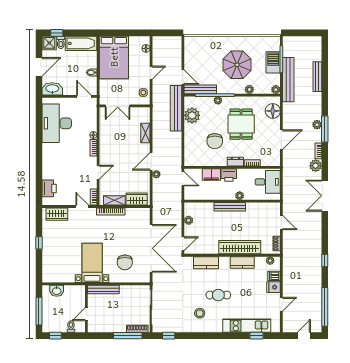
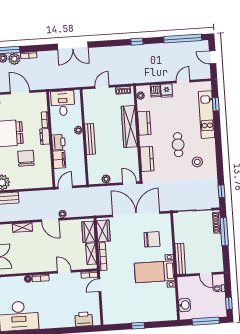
chair: (215, 141) -> (26, 158), turned -90
plant: (316, 166) -> (14, 59), moved
wardrobe: (57, 214) -> (103, 231), moved
door: (281, 304) -> (183, 82), hinge flipped

